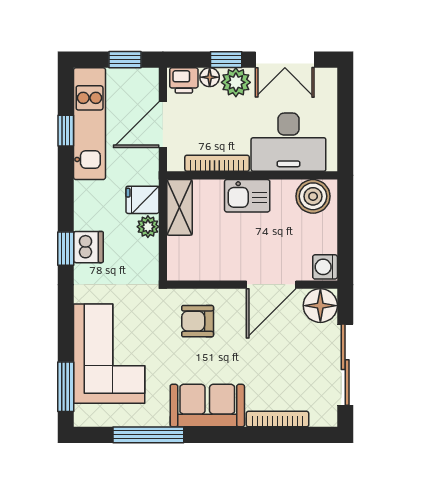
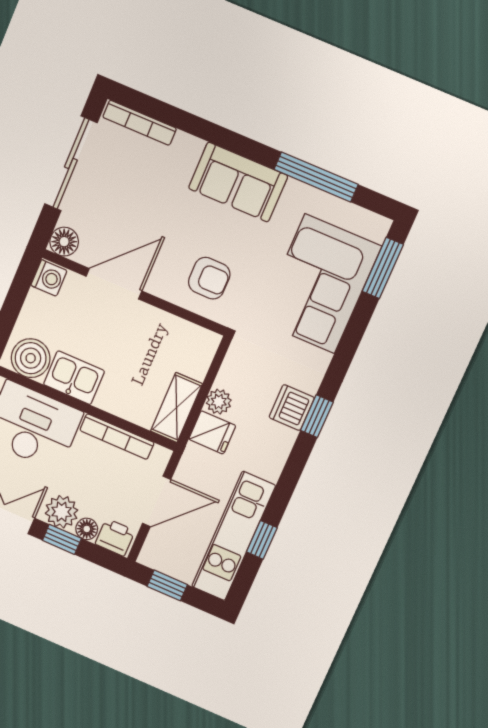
kitchen sink: (247, 196) -> (74, 378), moved
floor lamp: (320, 306) -> (64, 242), width x0.73, depth x0.73
bookcase: (277, 419) -> (140, 123), moved

